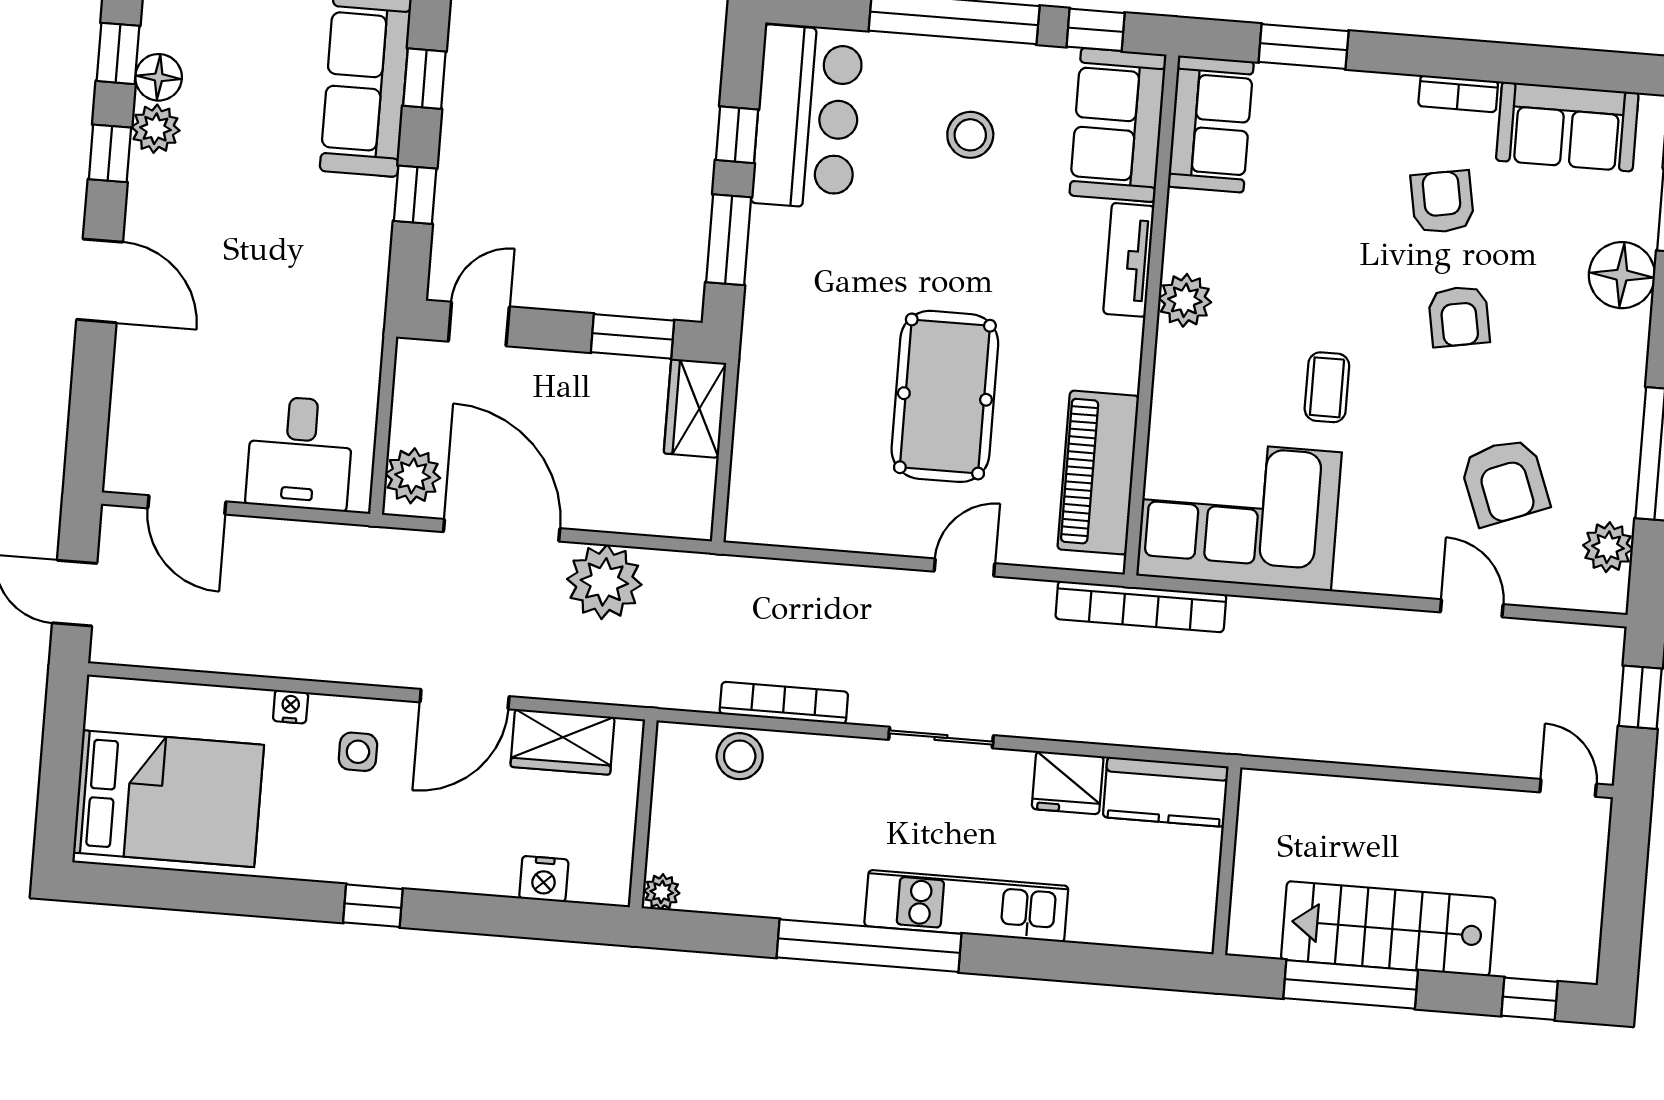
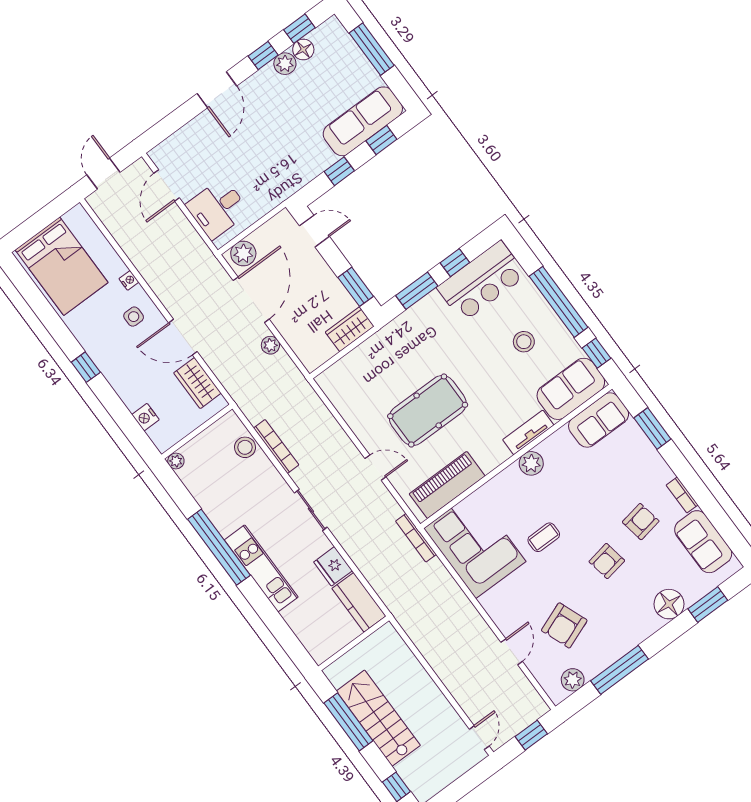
plant: (604, 582) -> (270, 345), width x0.53, depth x0.53
bookcase: (1141, 607) -> (416, 538), width x0.68, depth x0.76

